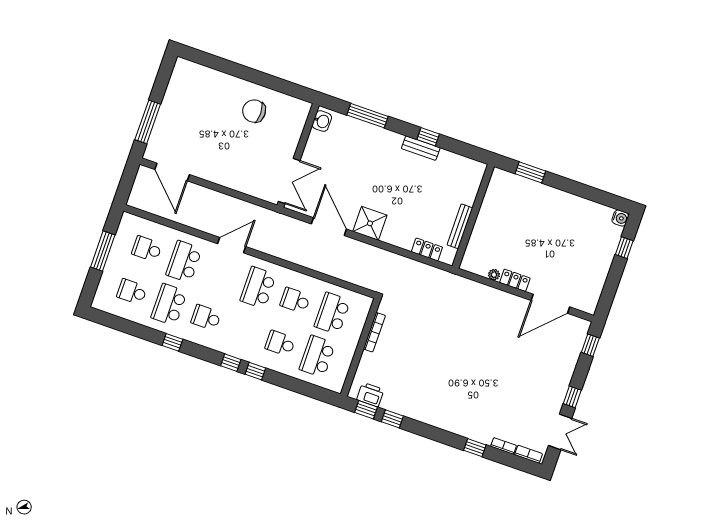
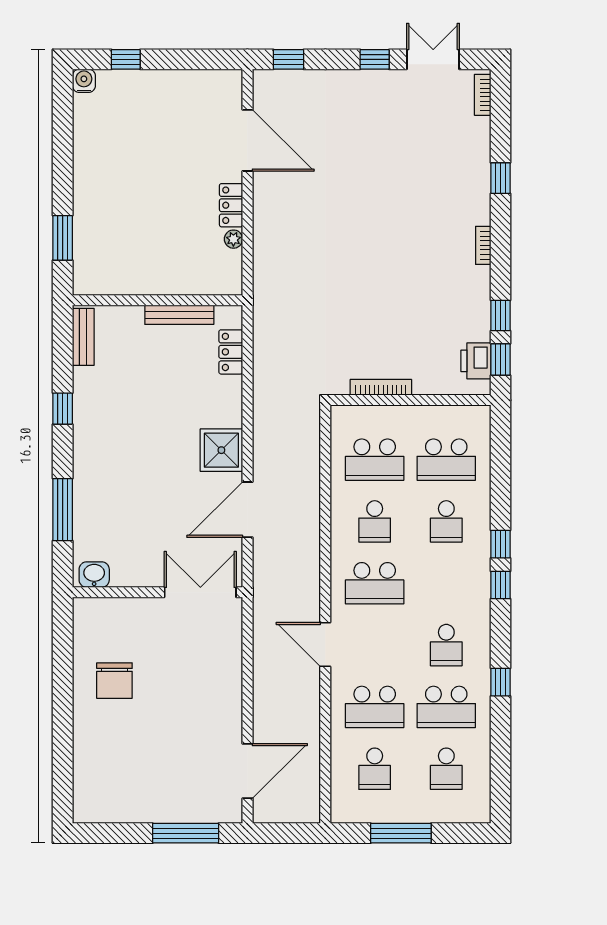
bench: (421, 148) -> (83, 337), moved
bookcase: (504, 446) -> (483, 245), moved

